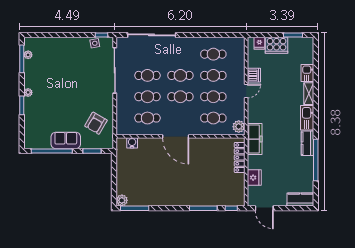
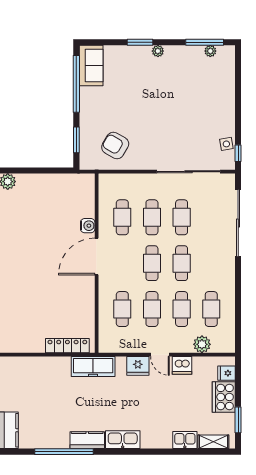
shelving: (309, 94) -> (213, 442), moved
plant: (239, 127) -> (202, 344), moved
sofa: (66, 140) -> (91, 66), moved
water cooler: (132, 143) -> (88, 226), moved
fridge: (254, 178) -> (138, 366), moved

